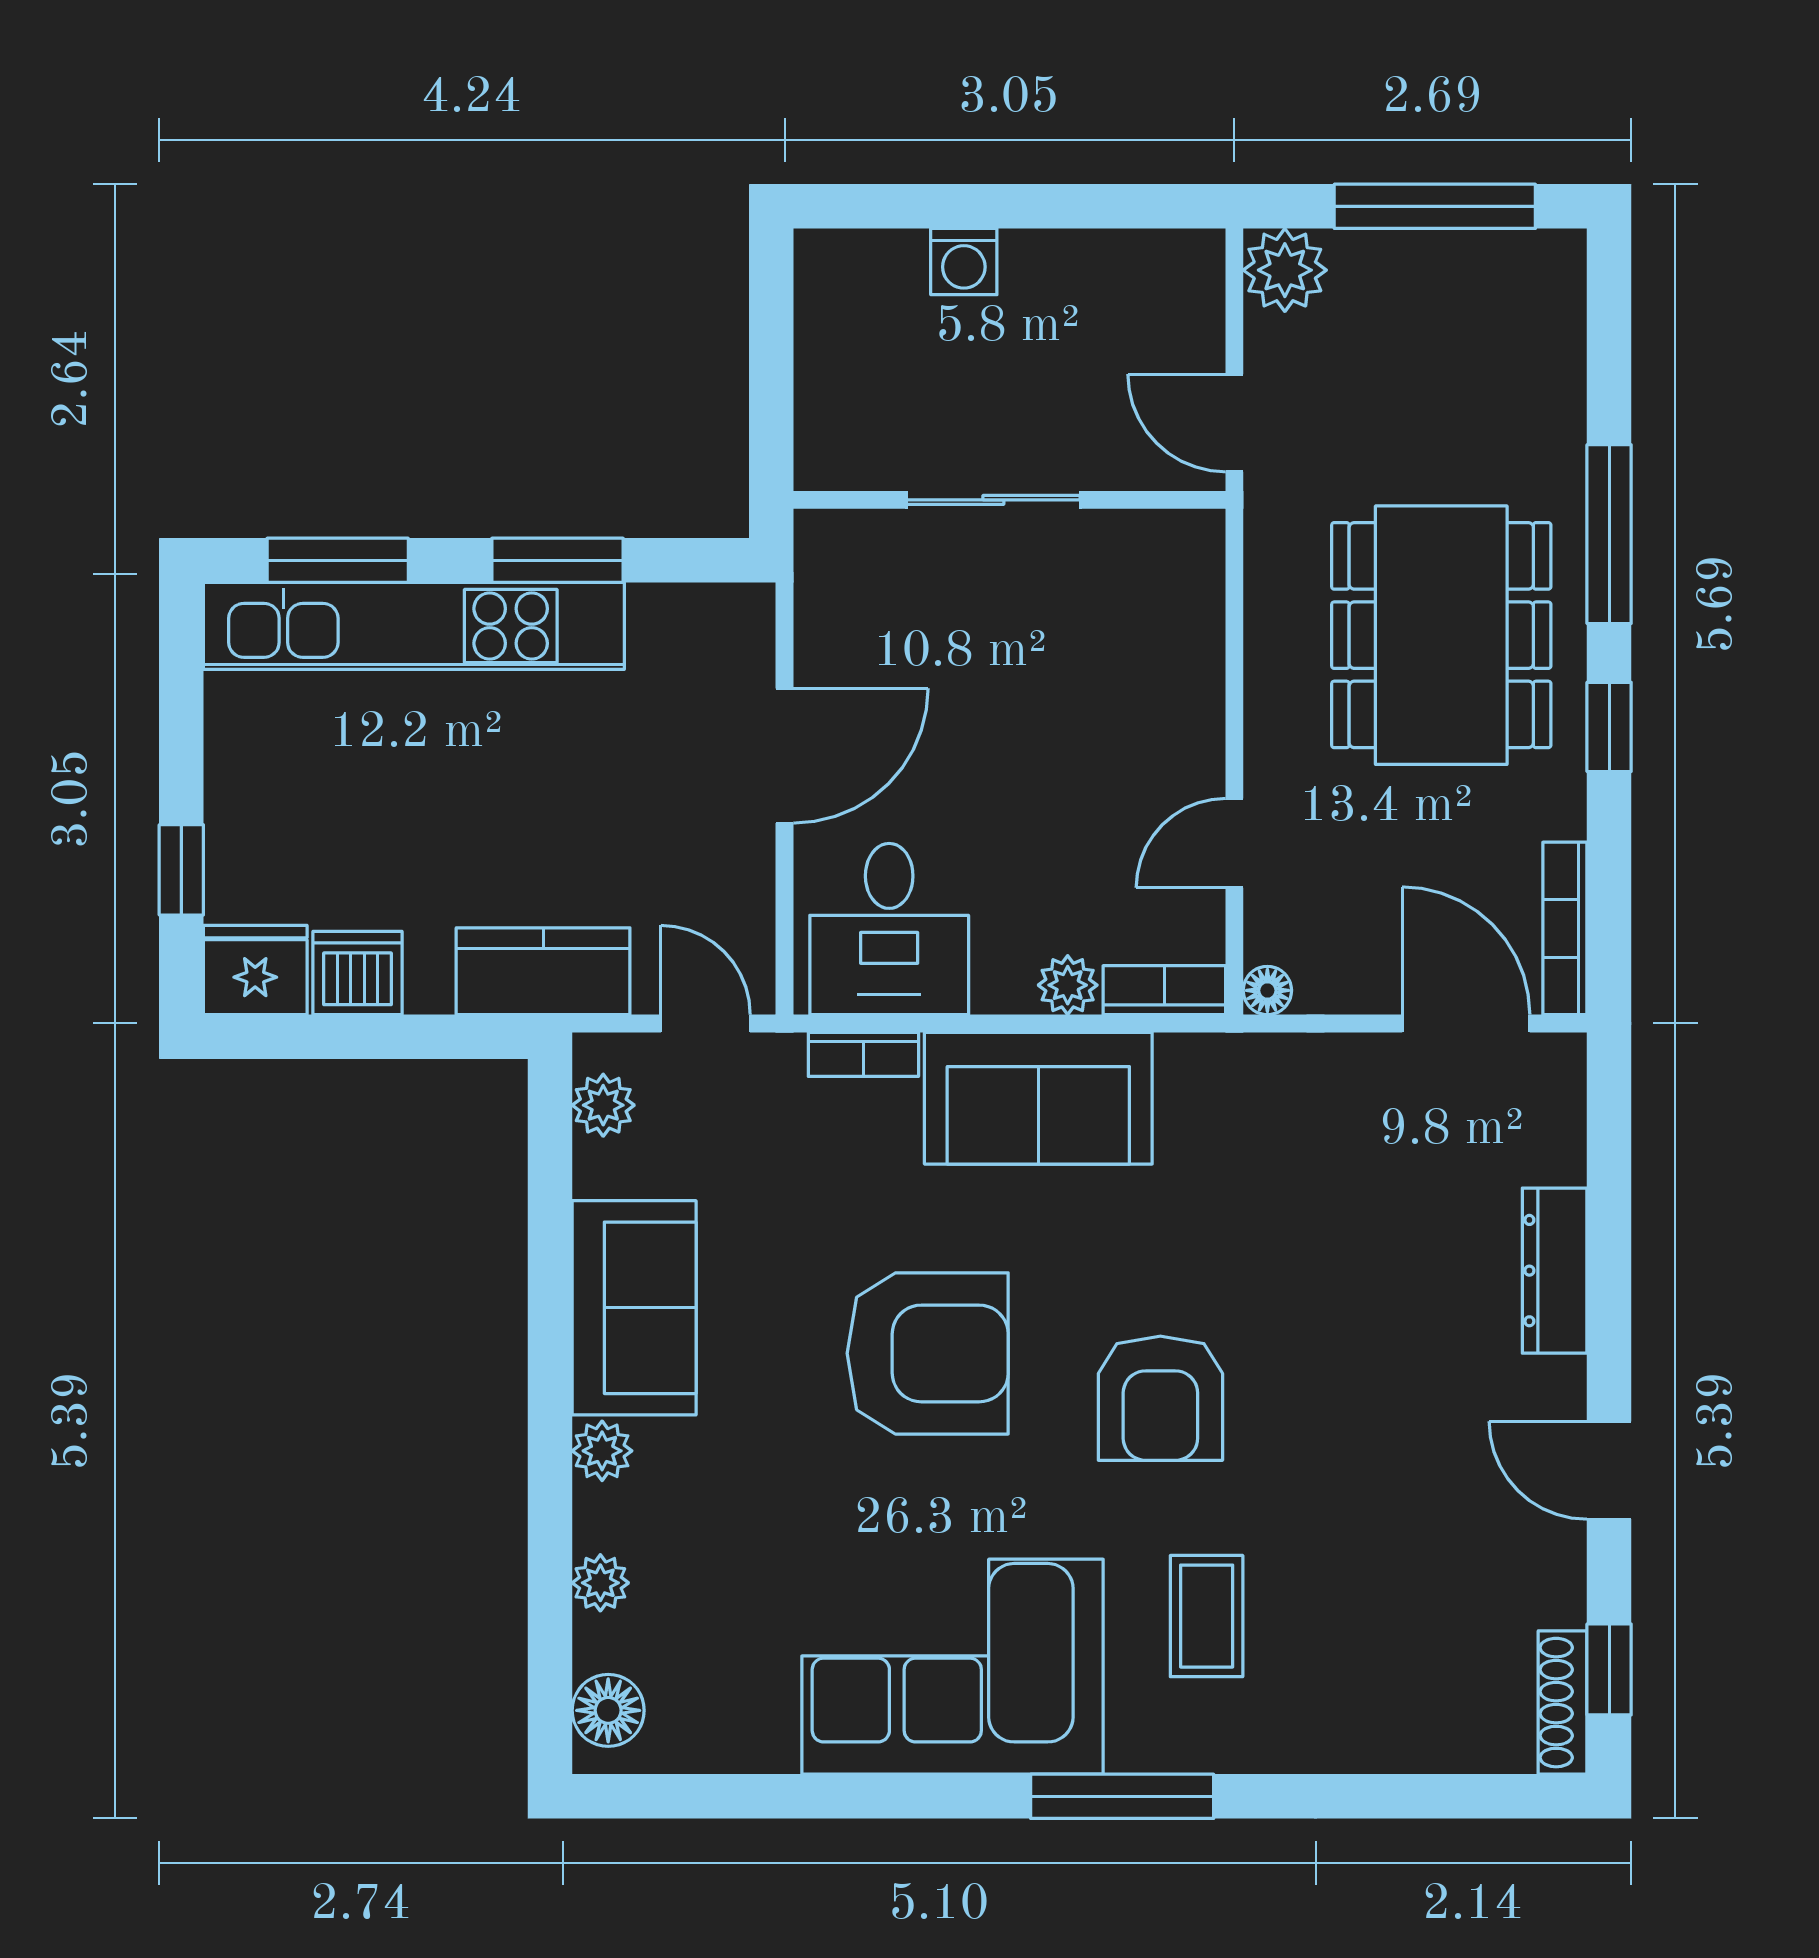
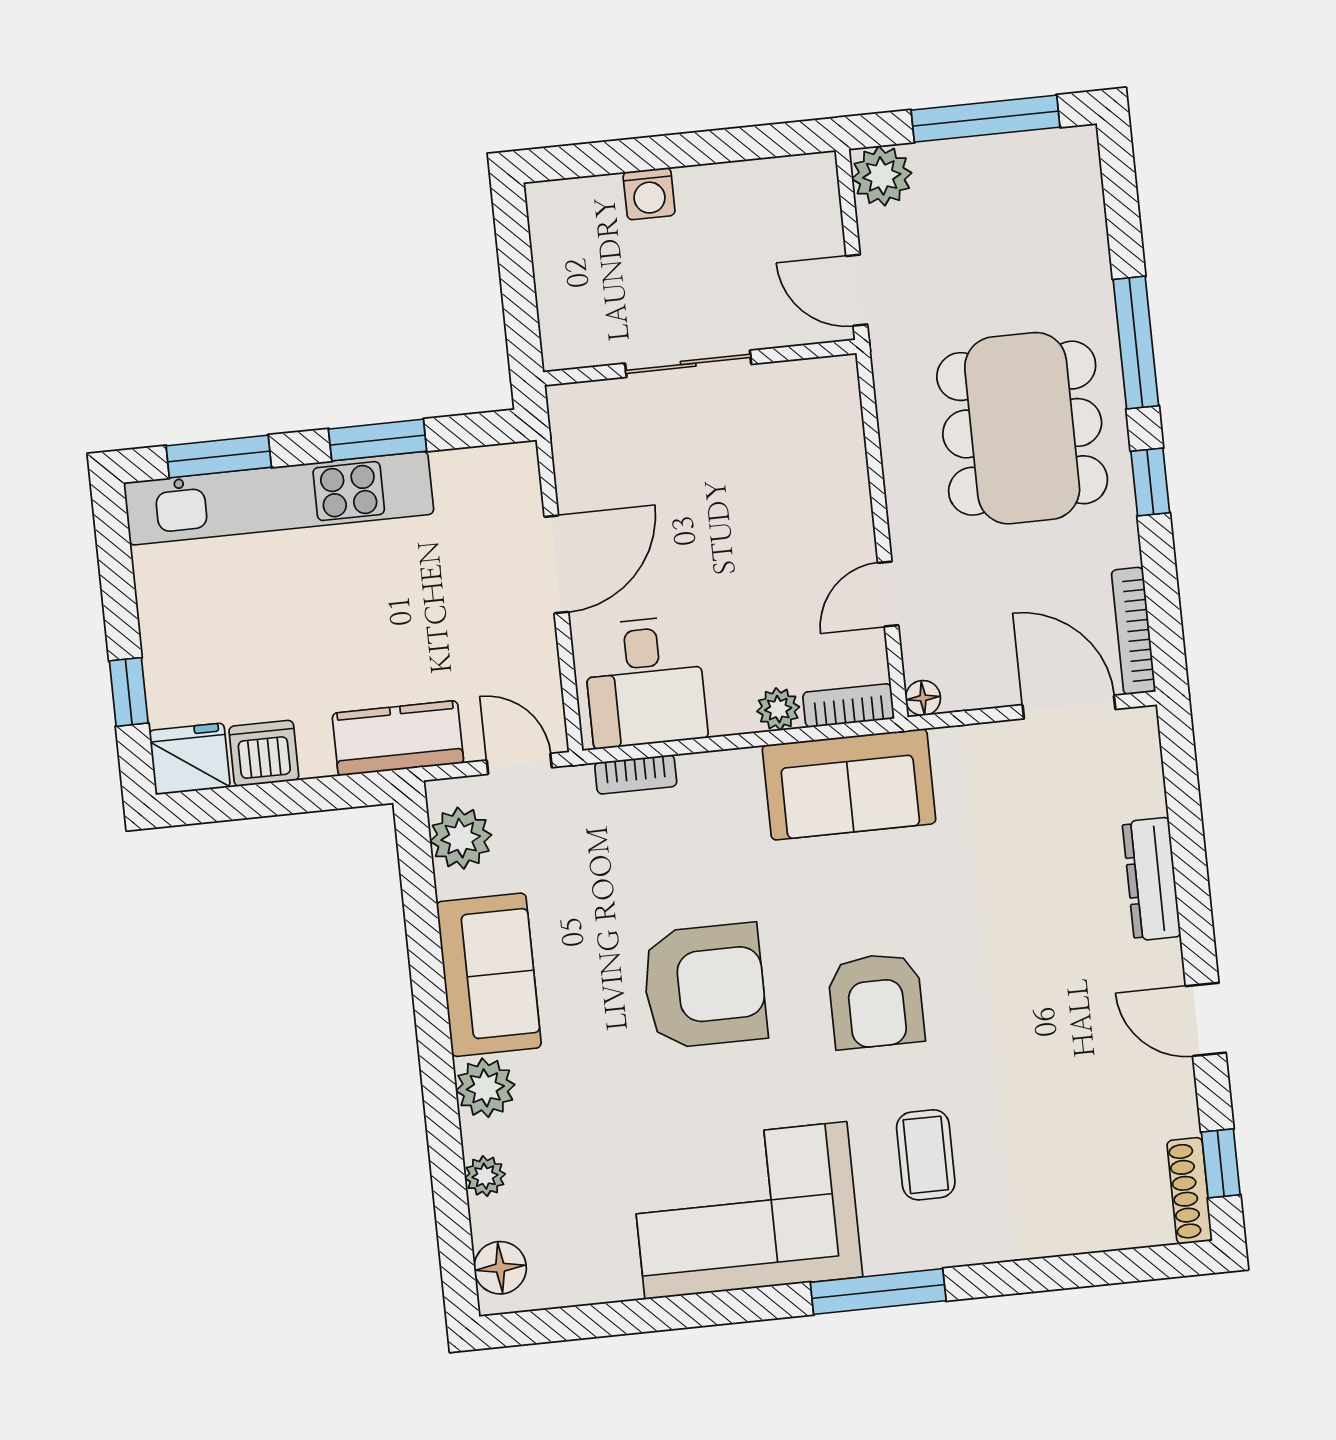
sofa: (1038, 1098) -> (849, 784), moved
plant: (603, 1105) -> (461, 838), width x1.38, depth x1.38
plant: (602, 1451) -> (485, 1088), width x1.38, depth x1.38

